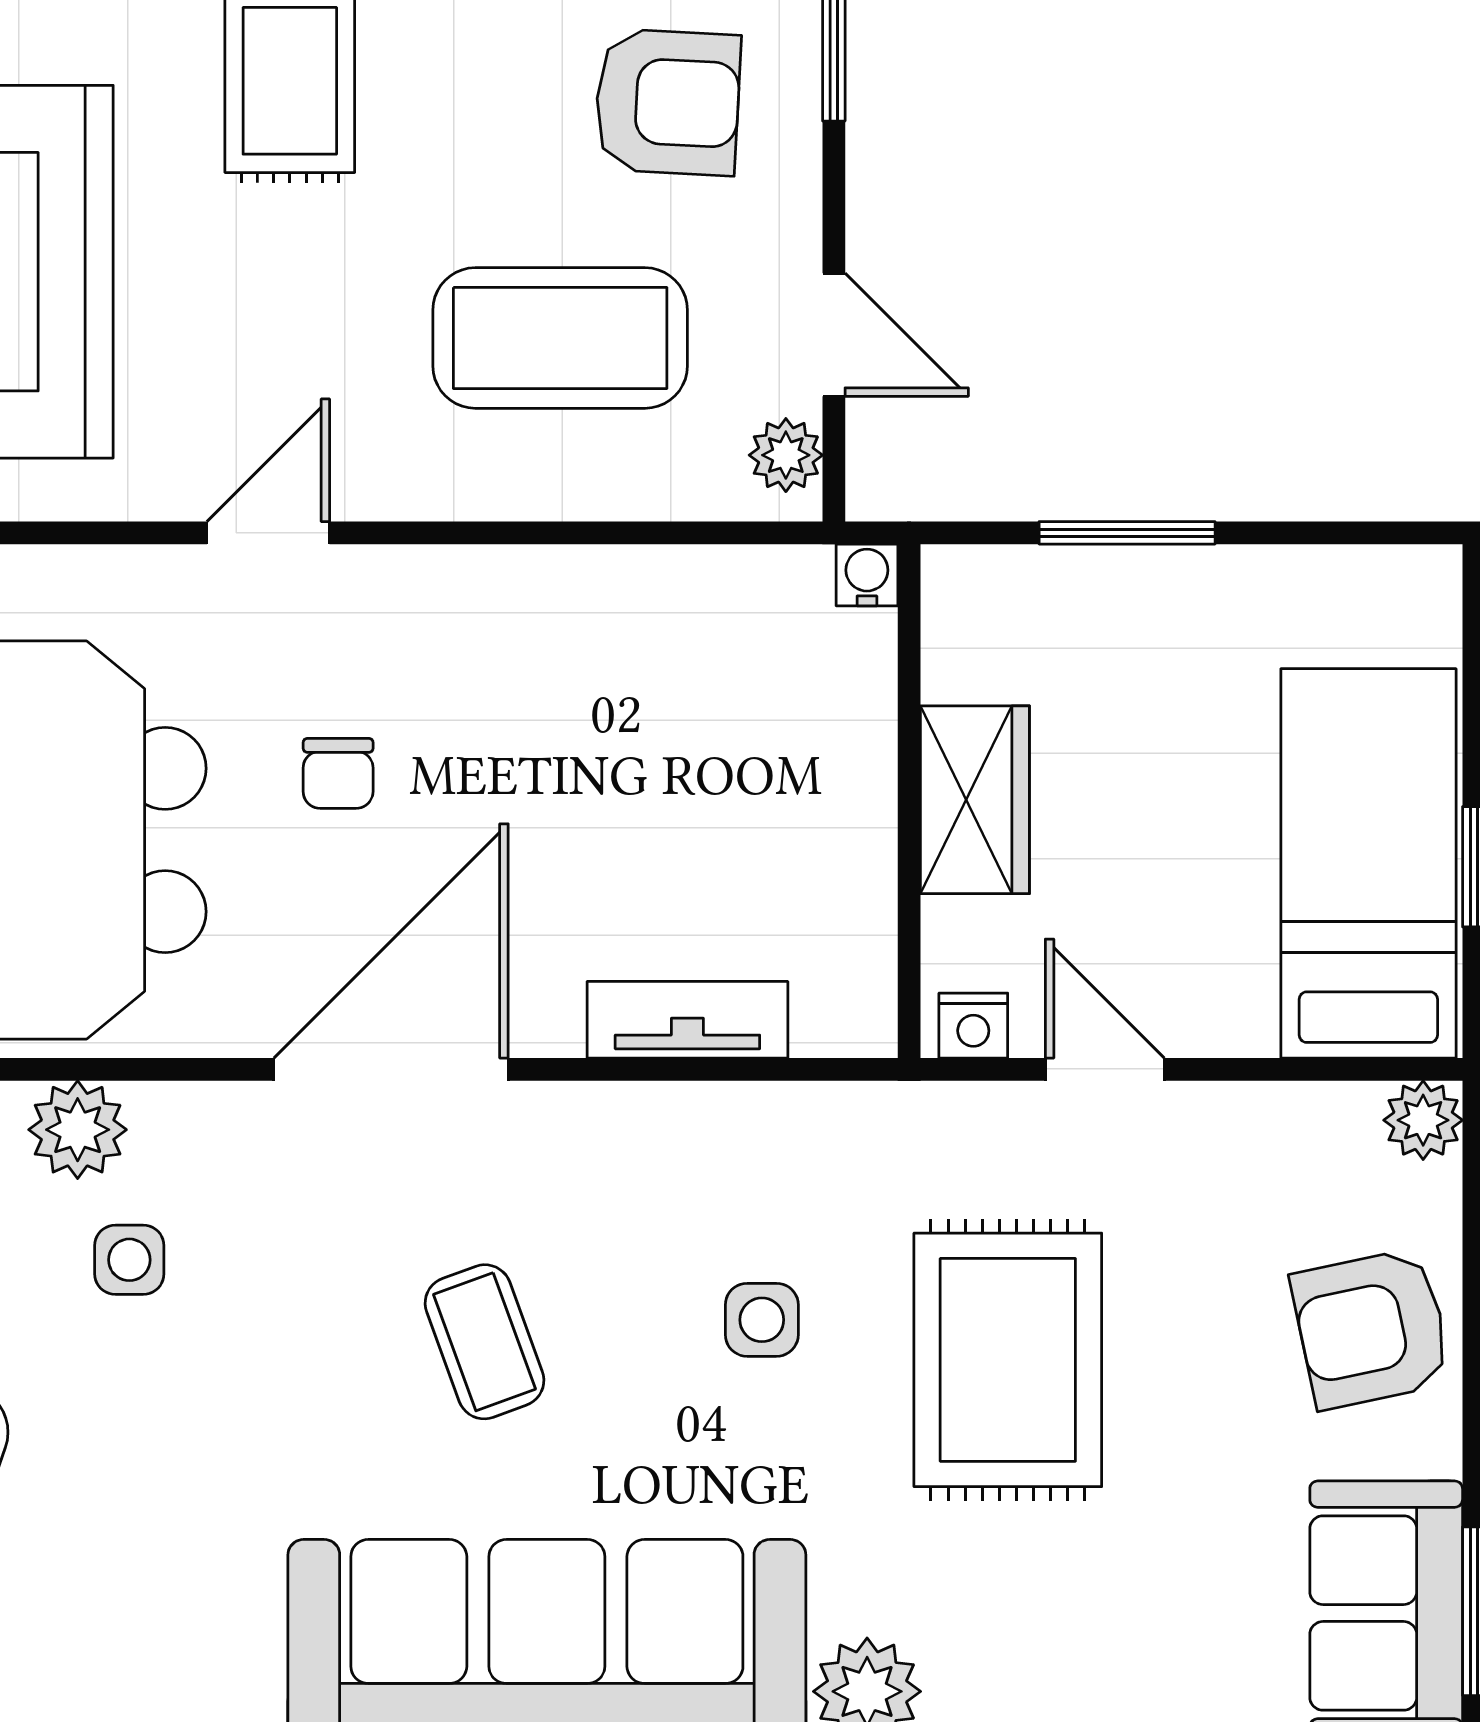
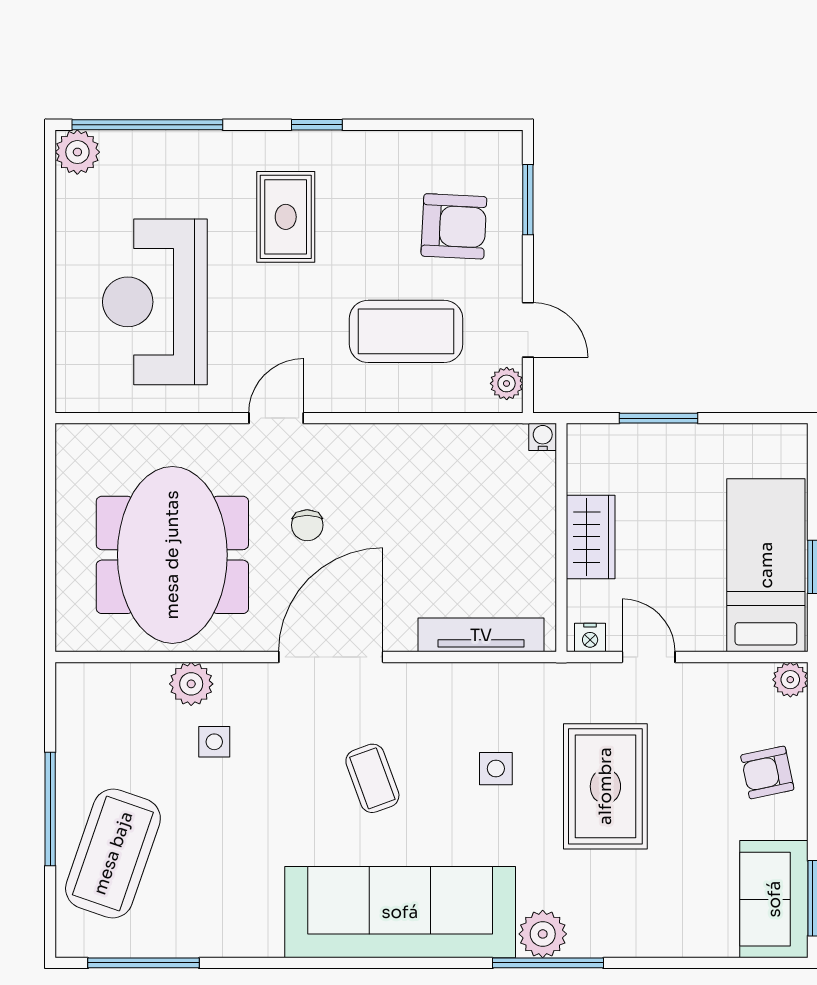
tv unit: (687, 1020) -> (481, 635), width x1.41
armchair: (1371, 1329) -> (767, 772), width x0.72, depth x0.72

